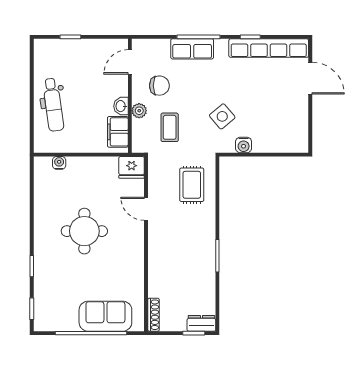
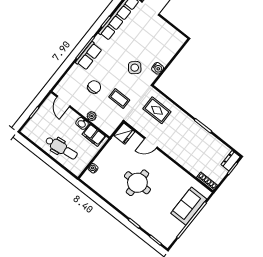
door: (130, 62) -> (63, 101), moved
wall: (130, 96) -> (80, 115), moved
washbasin: (121, 106) -> (82, 123), moved
plant: (139, 111) -> (92, 116), moved
filing cabinet: (118, 132) -> (94, 135), moved

